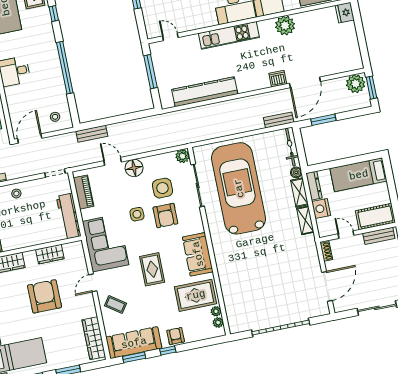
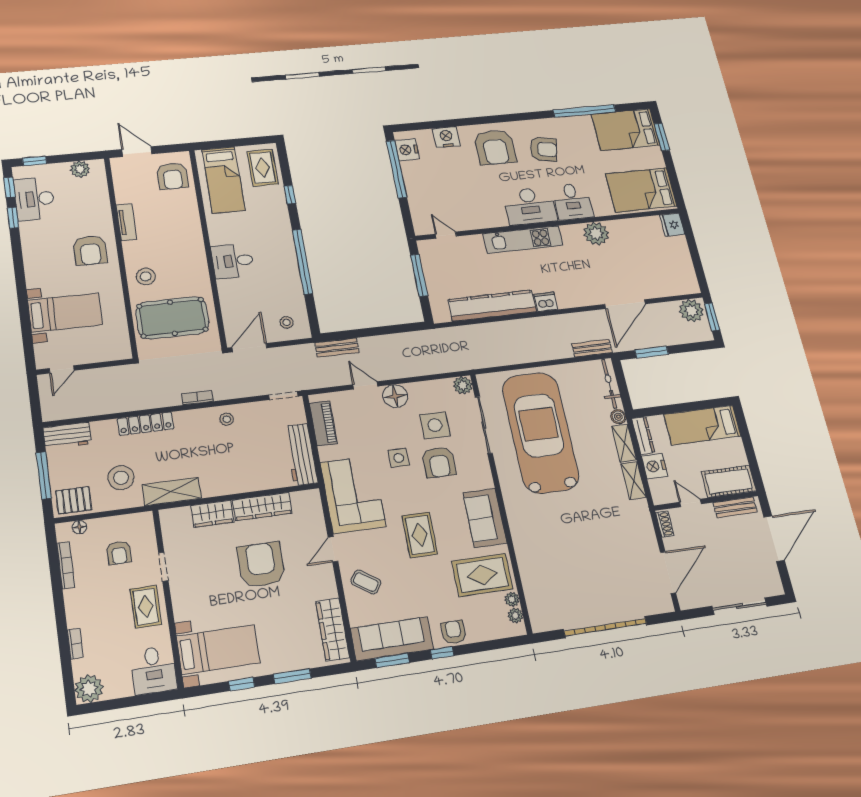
dishwasher: (278, 79) -> (546, 302), moved
wardrobe: (50, 254) -> (262, 507), width x1.50

